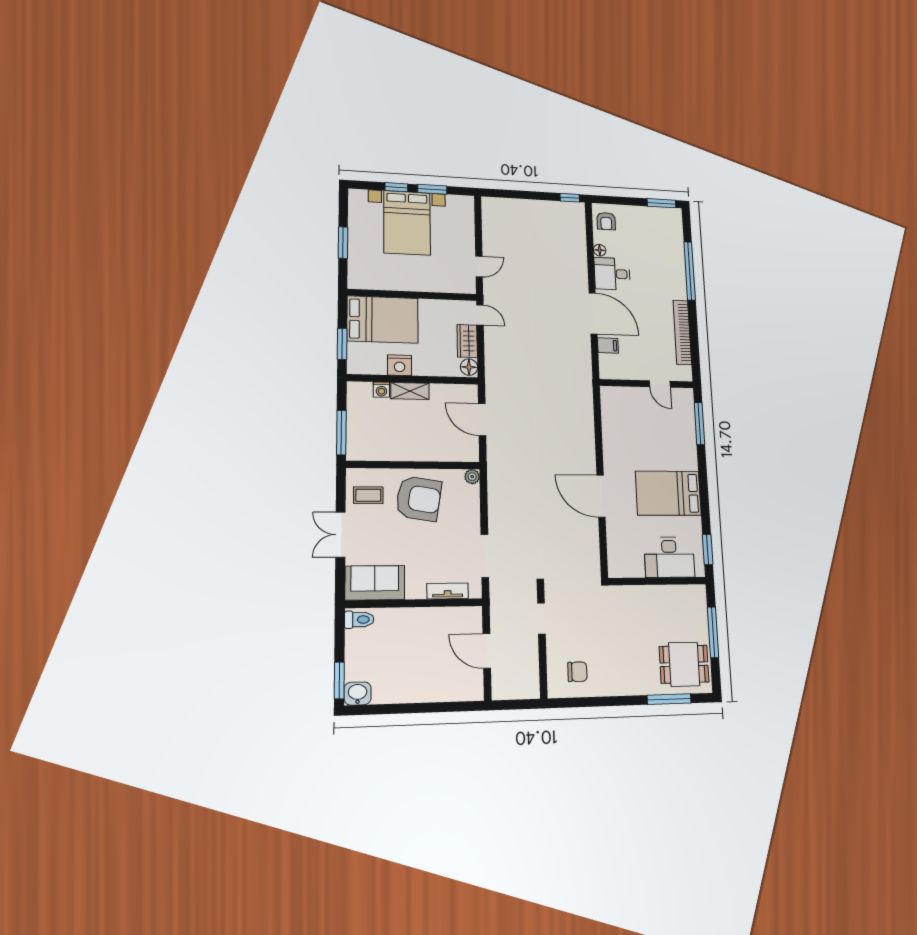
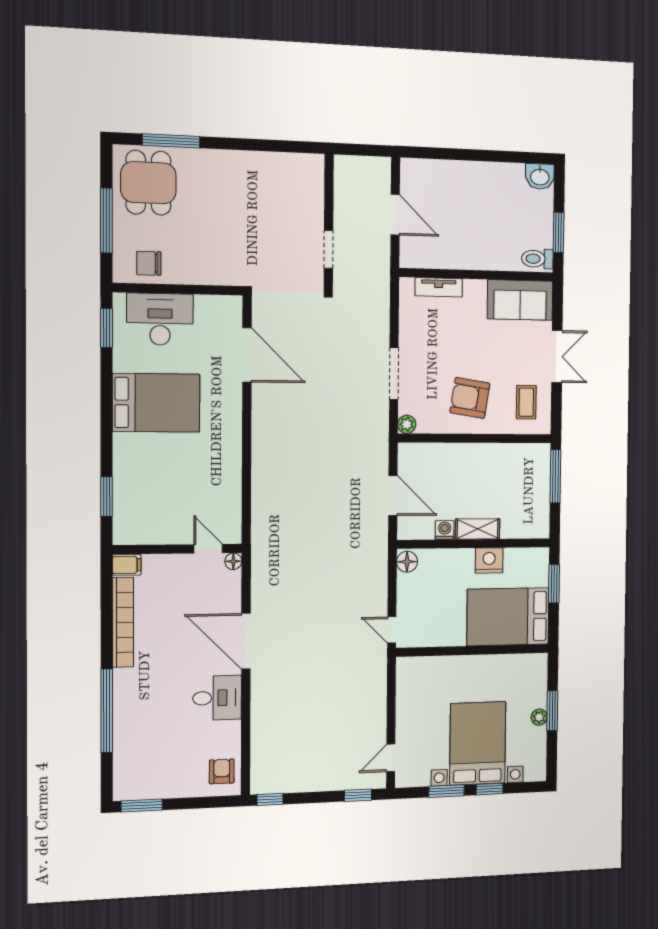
window: (503, 194) -> (358, 795), added
plant: (355, 238) -> (539, 717), added
floor lamp: (600, 250) -> (233, 561), moved
door: (479, 266) -> (391, 758), moved
wardrobe: (467, 341) -> (408, 595), removed
filing cabinet: (608, 345) -> (127, 565), moved, turned 180
door: (660, 384) -> (208, 549), moved
washing machine: (381, 390) -> (445, 530), moved
window: (699, 424) -> (107, 497), width x0.69
coffee table: (368, 495) -> (526, 402), turned 90
door: (601, 496) -> (247, 355), moved
armchair: (419, 499) -> (470, 398), width x0.73, depth x0.73
doorway: (485, 556) -> (394, 373), moved
dining table: (684, 664) -> (148, 183), turned 90
chair: (577, 672) -> (149, 263), moved
window: (339, 680) -> (559, 232), moved

